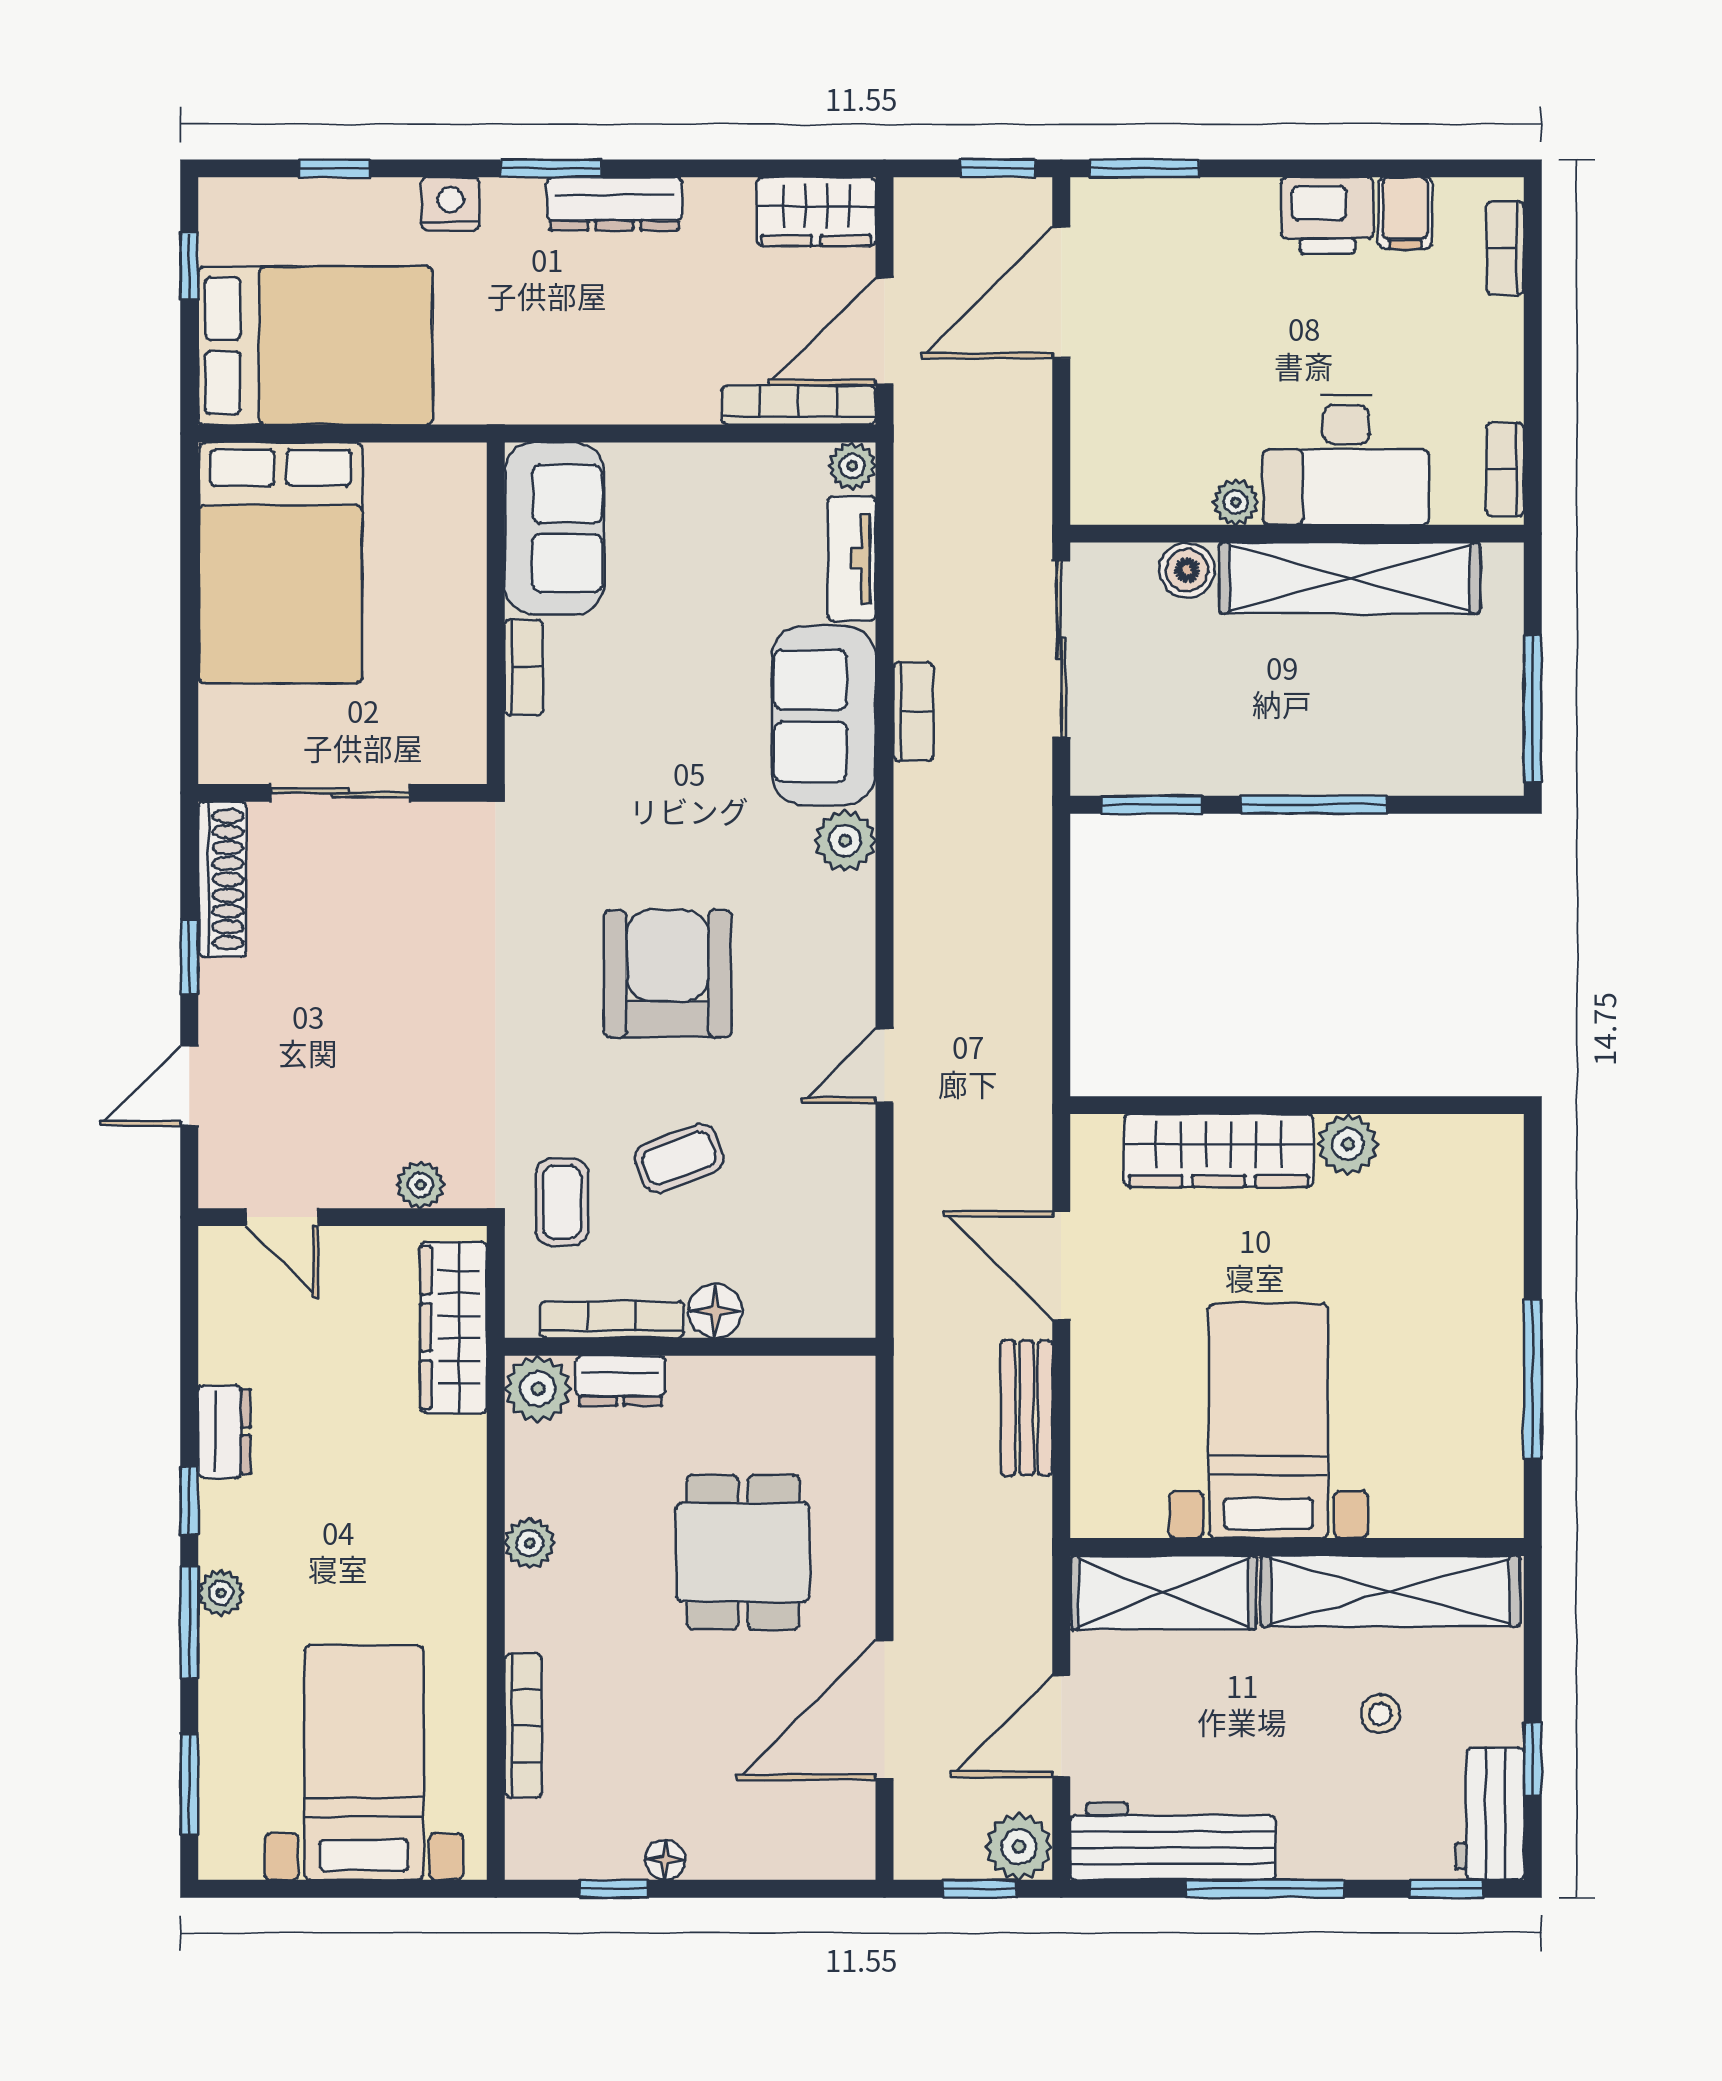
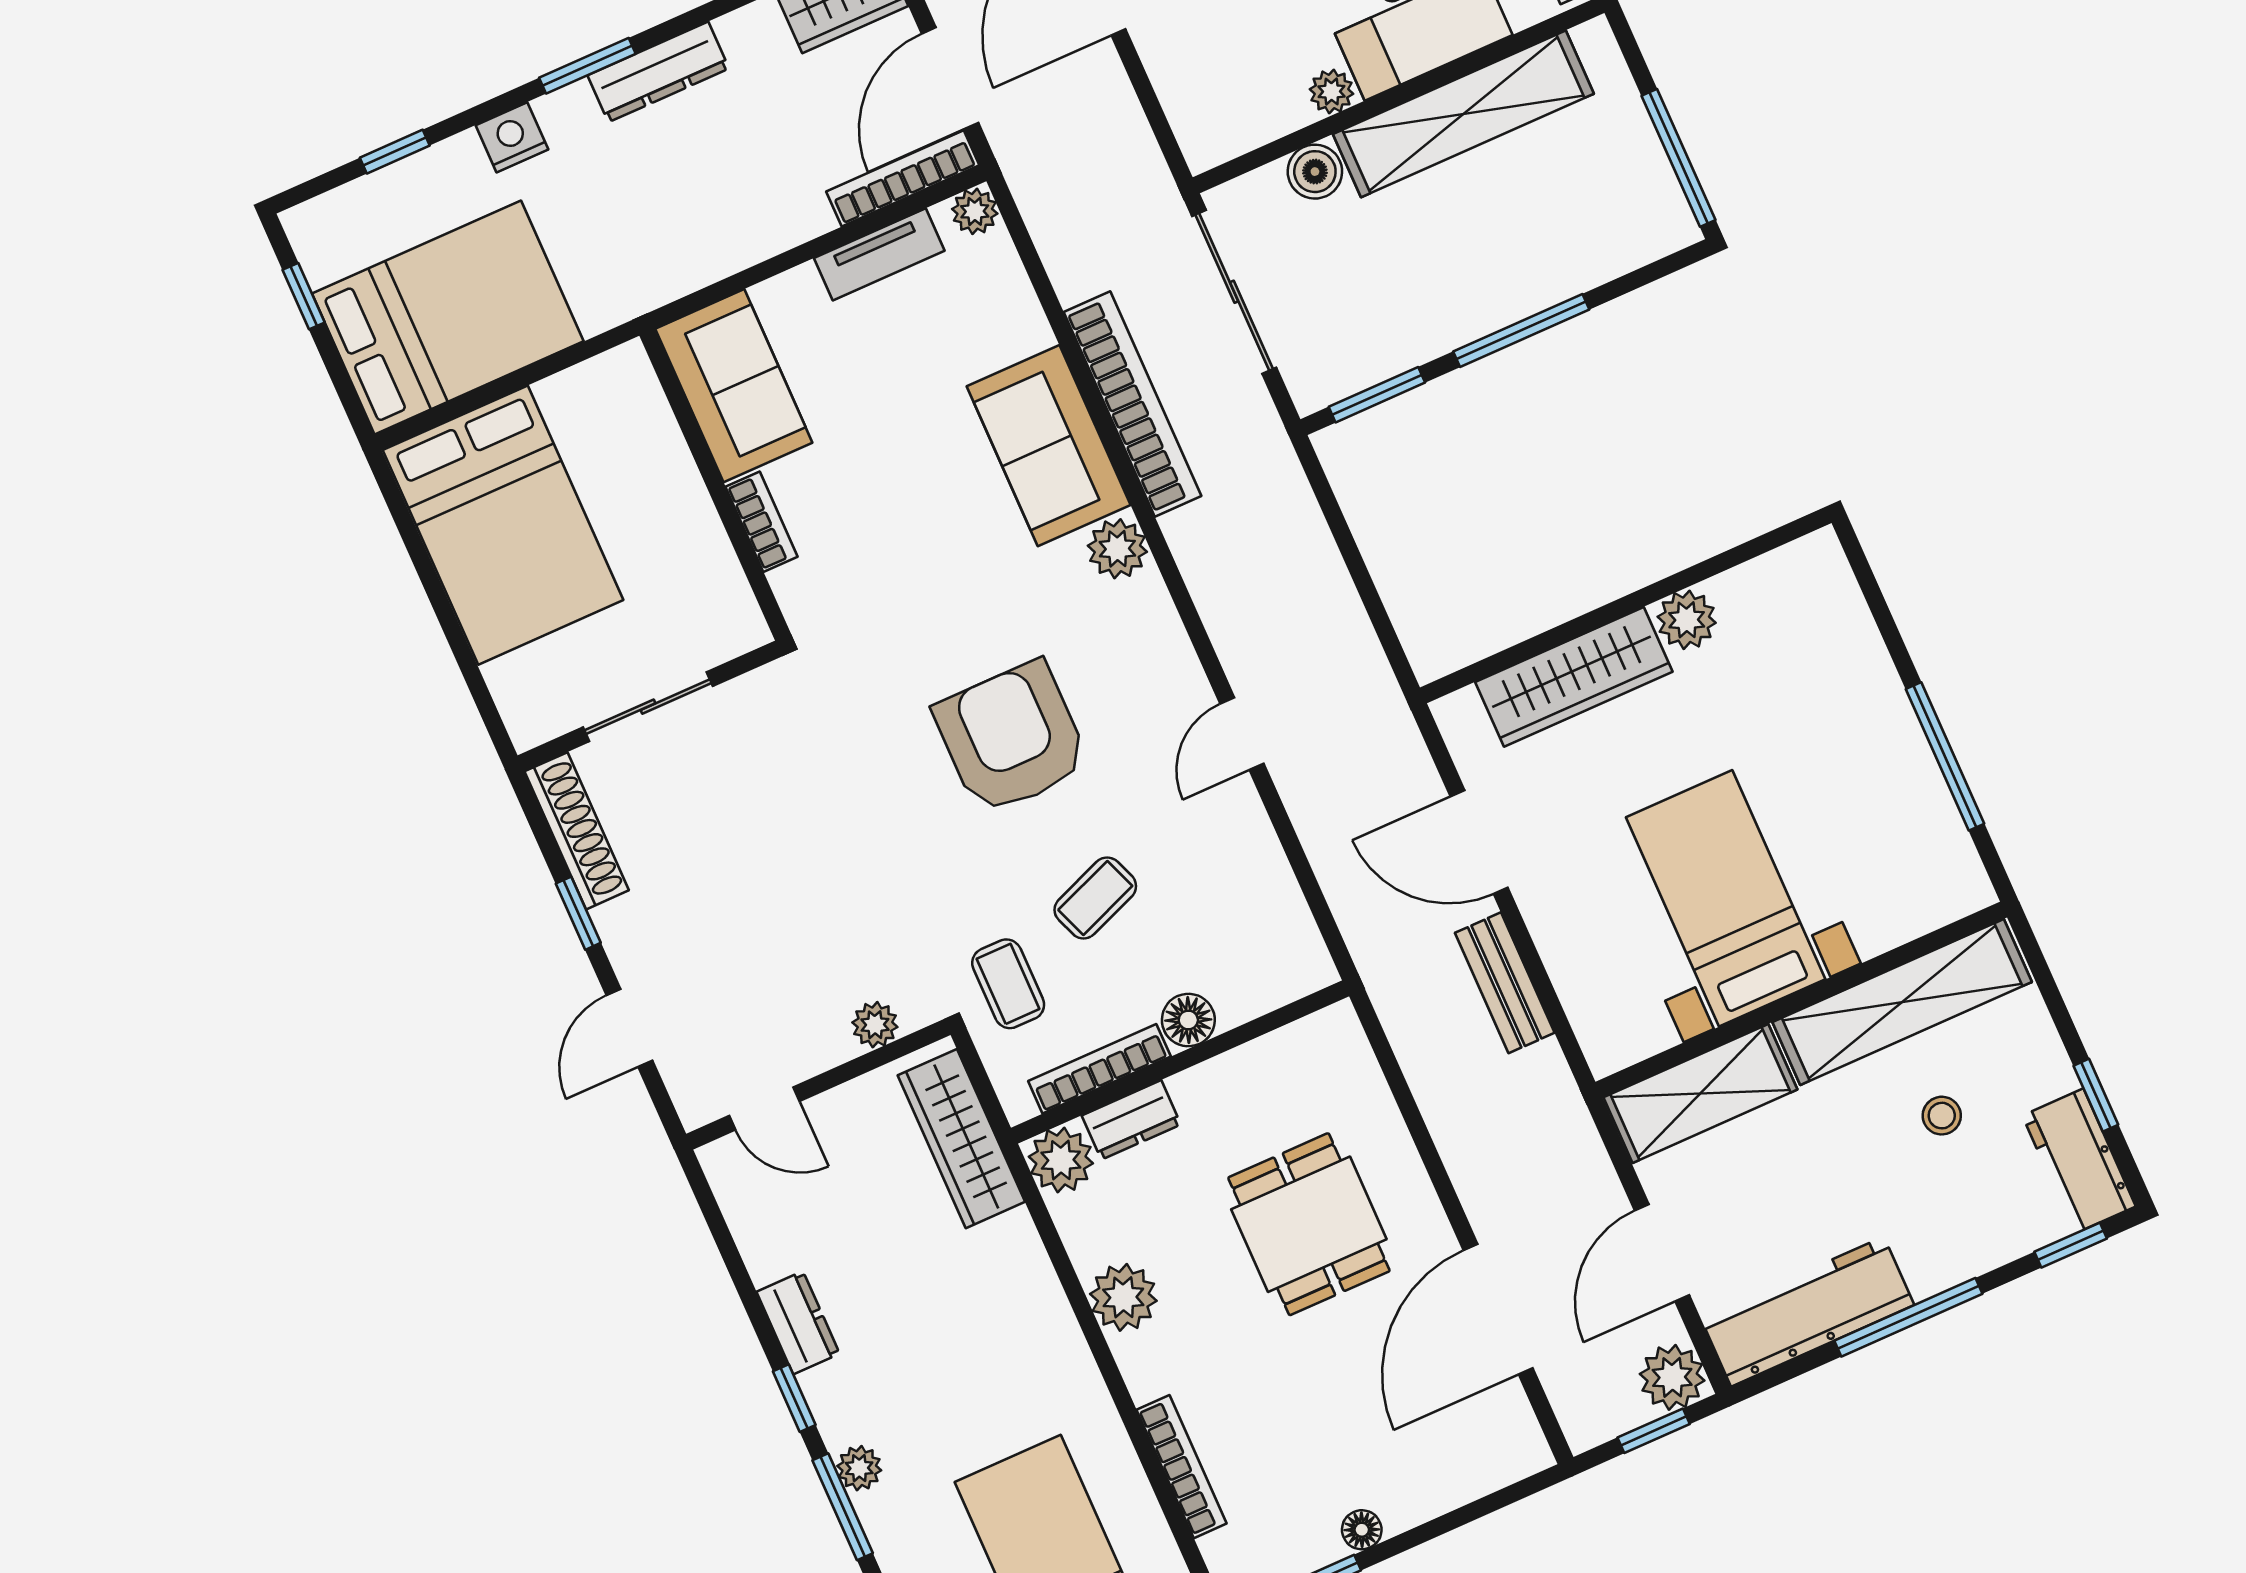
tv unit: (852, 558) -> (879, 254), moved, turned -90
bookcase: (913, 712) -> (1132, 404), width x2.31, depth x1.31
plant: (530, 1543) -> (1123, 1297), width x1.38, depth x1.38

